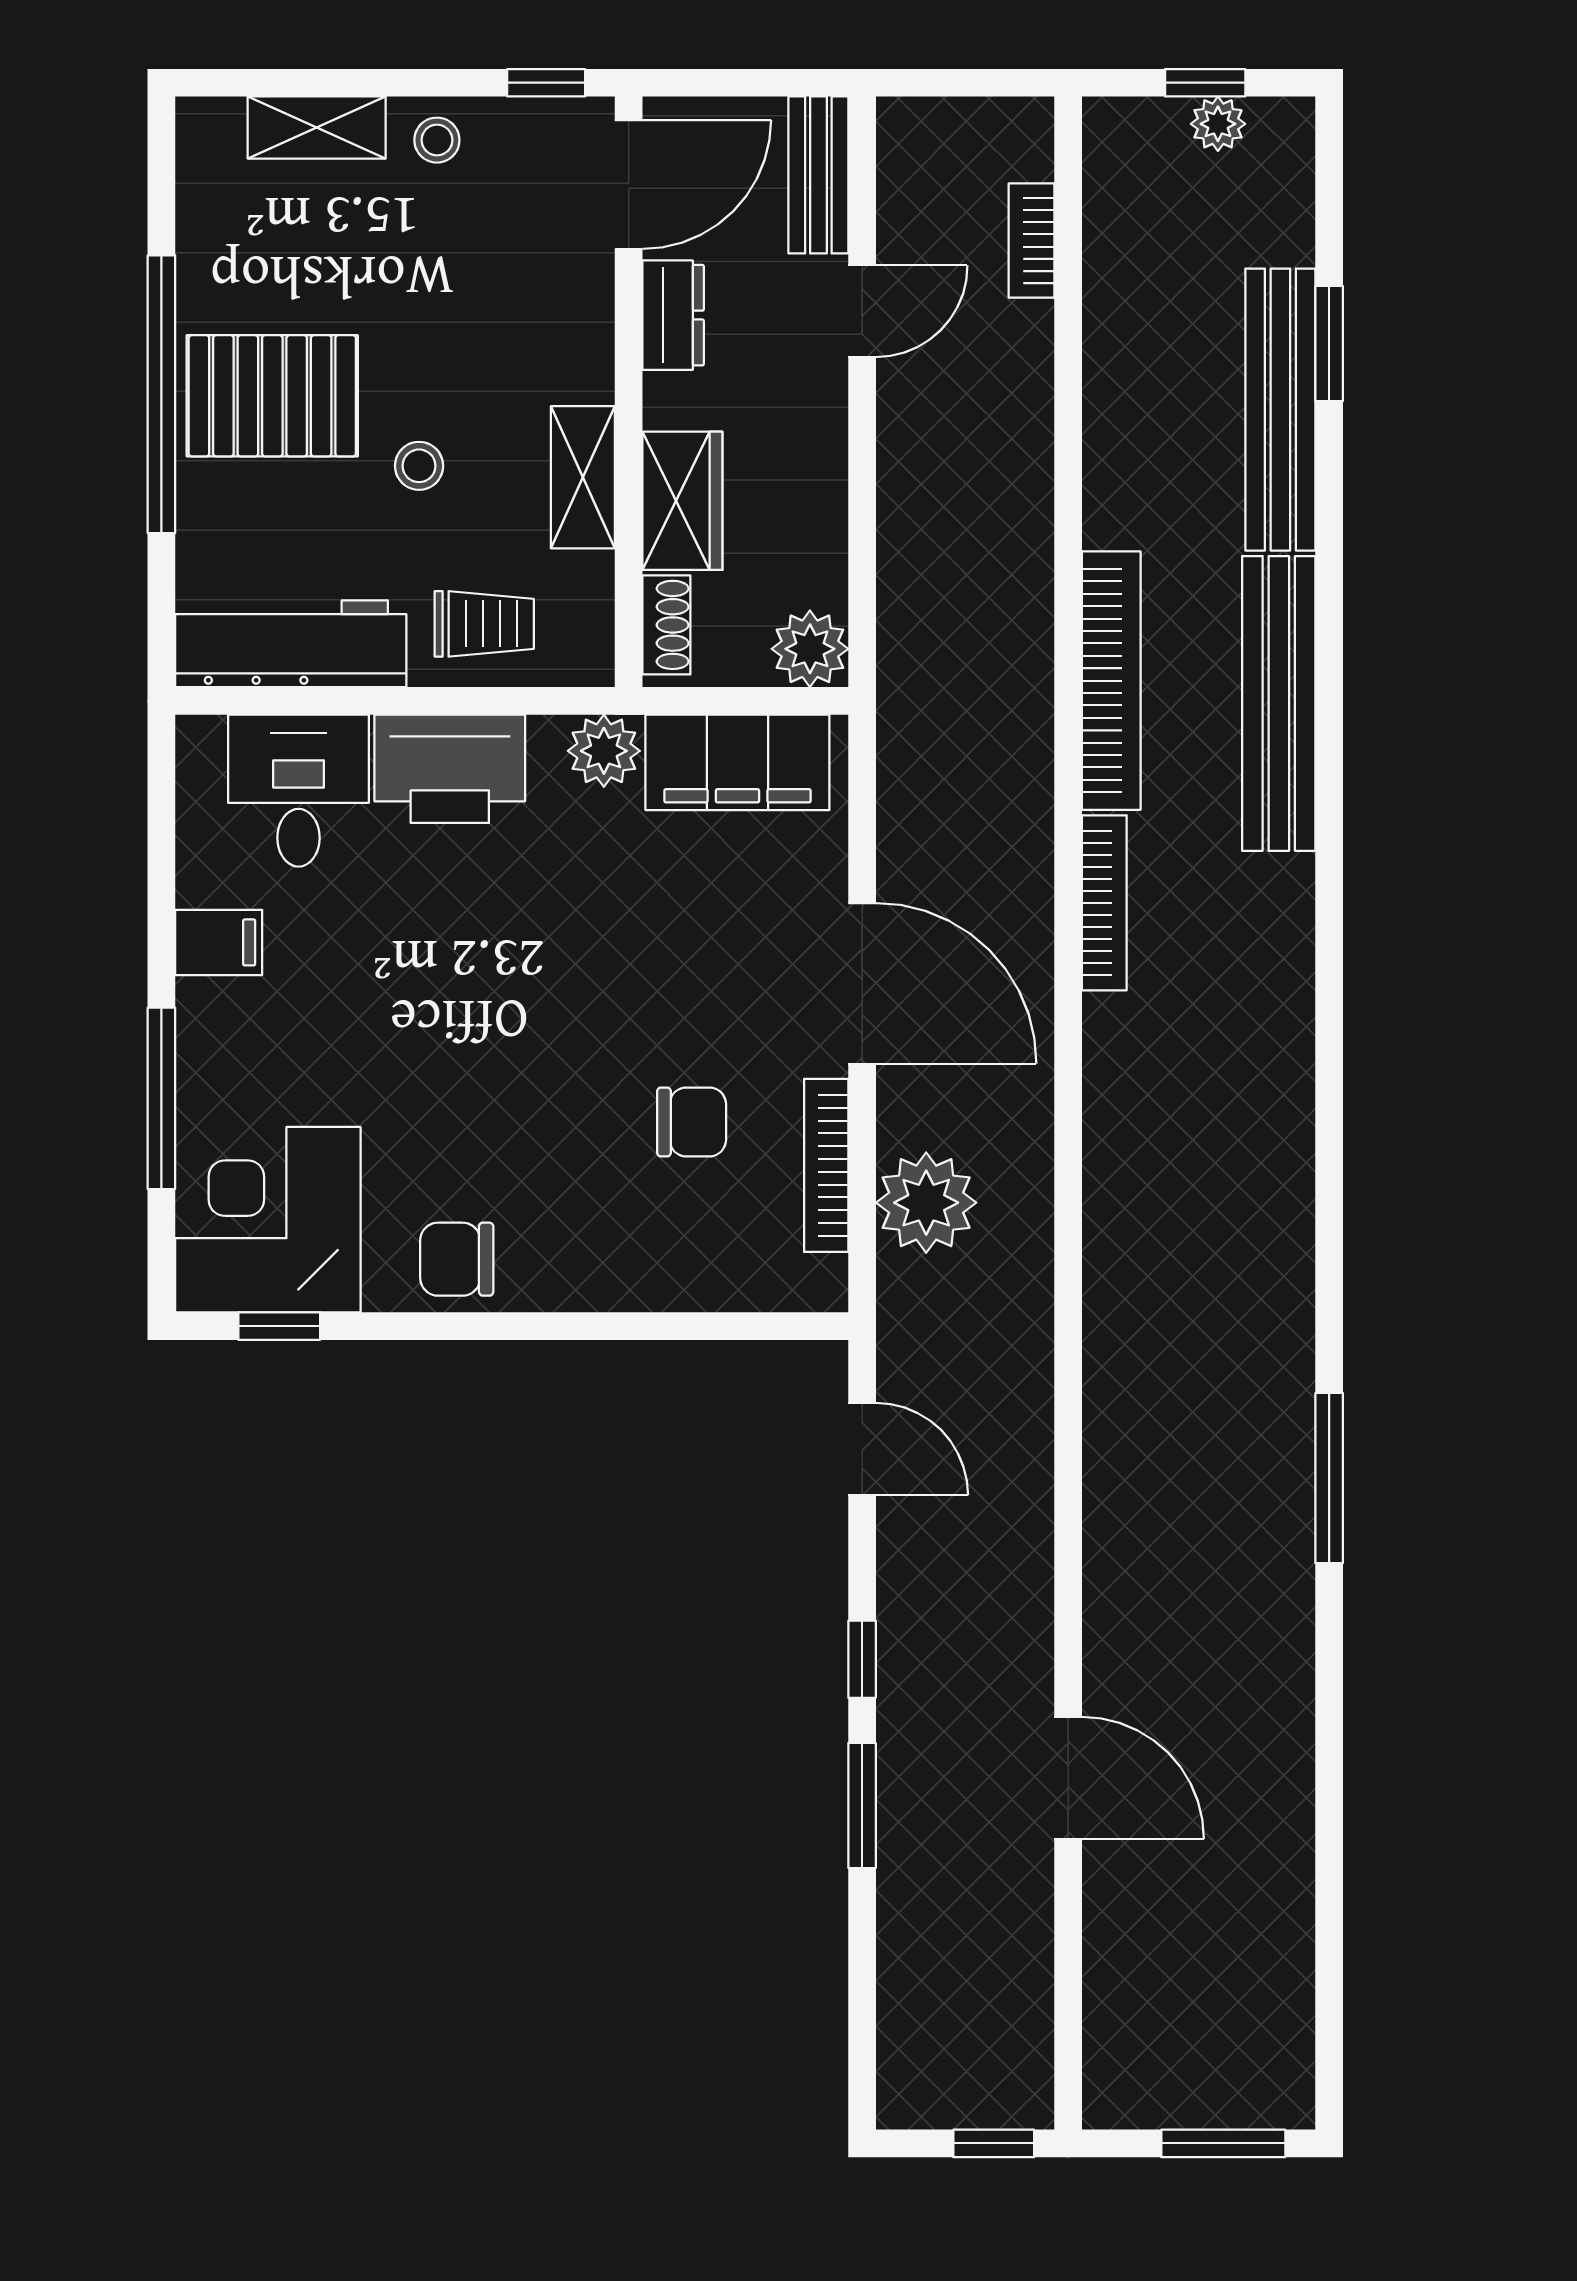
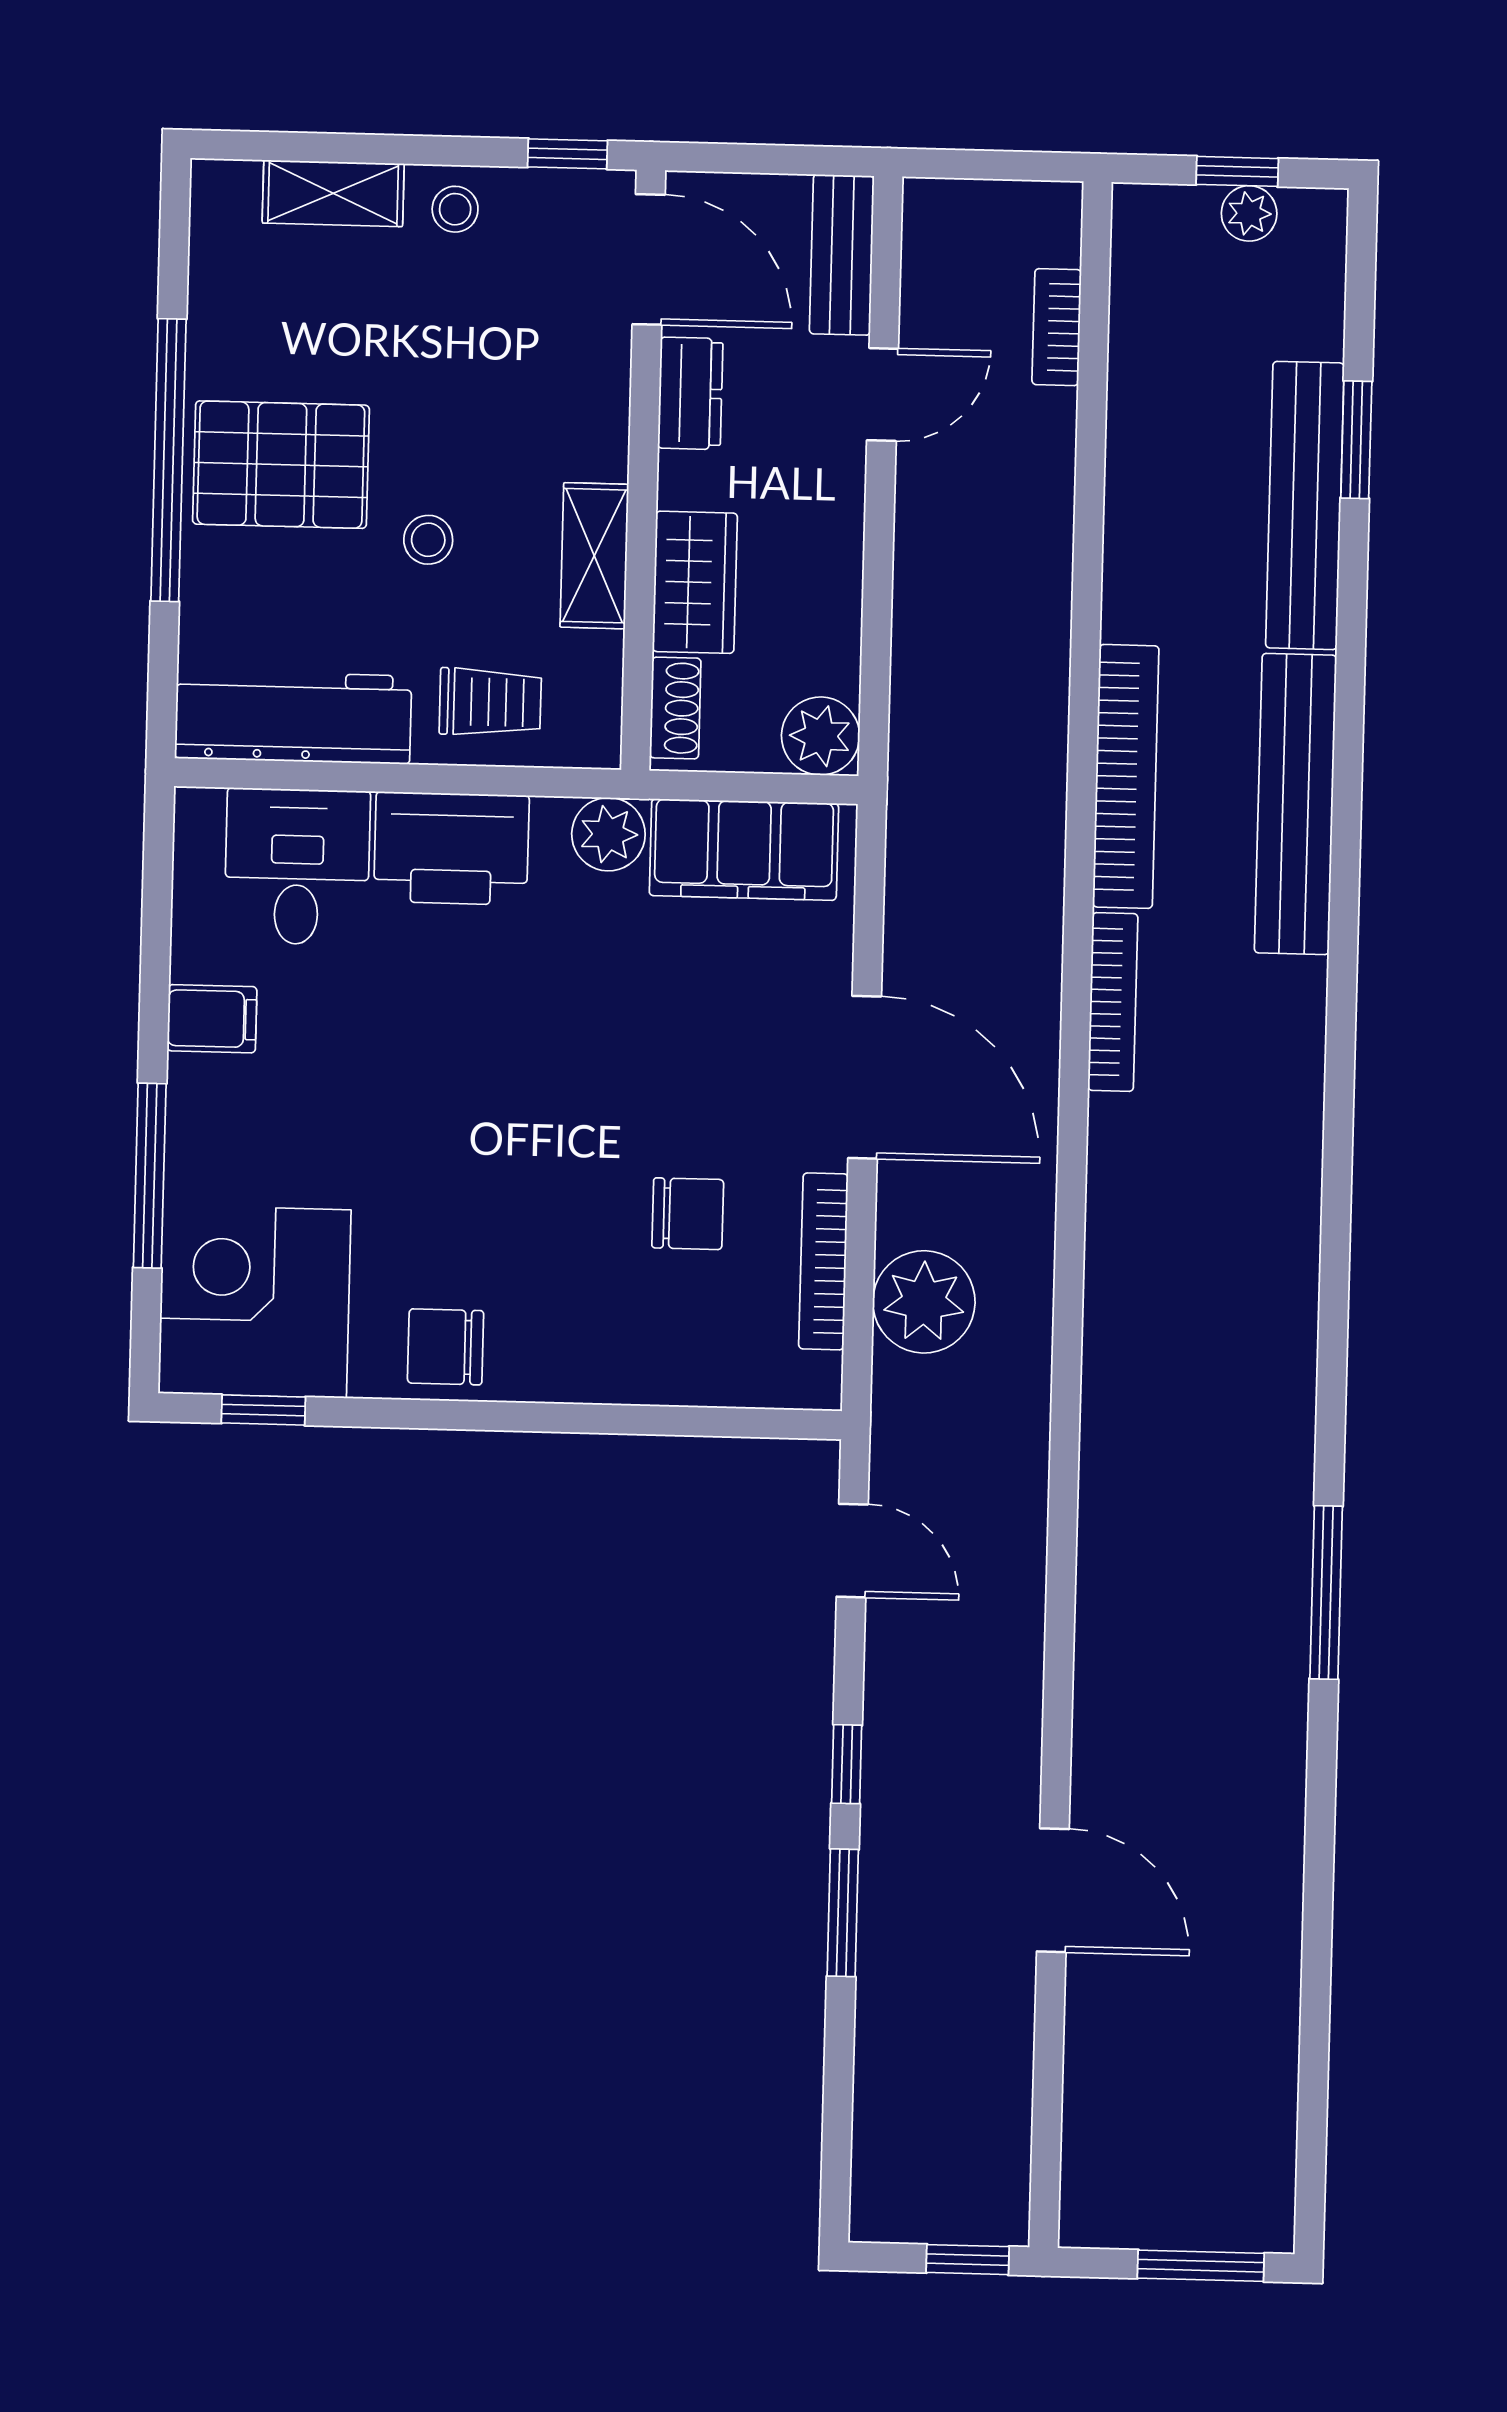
door: (629, 185) -> (649, 259), hinge flipped

